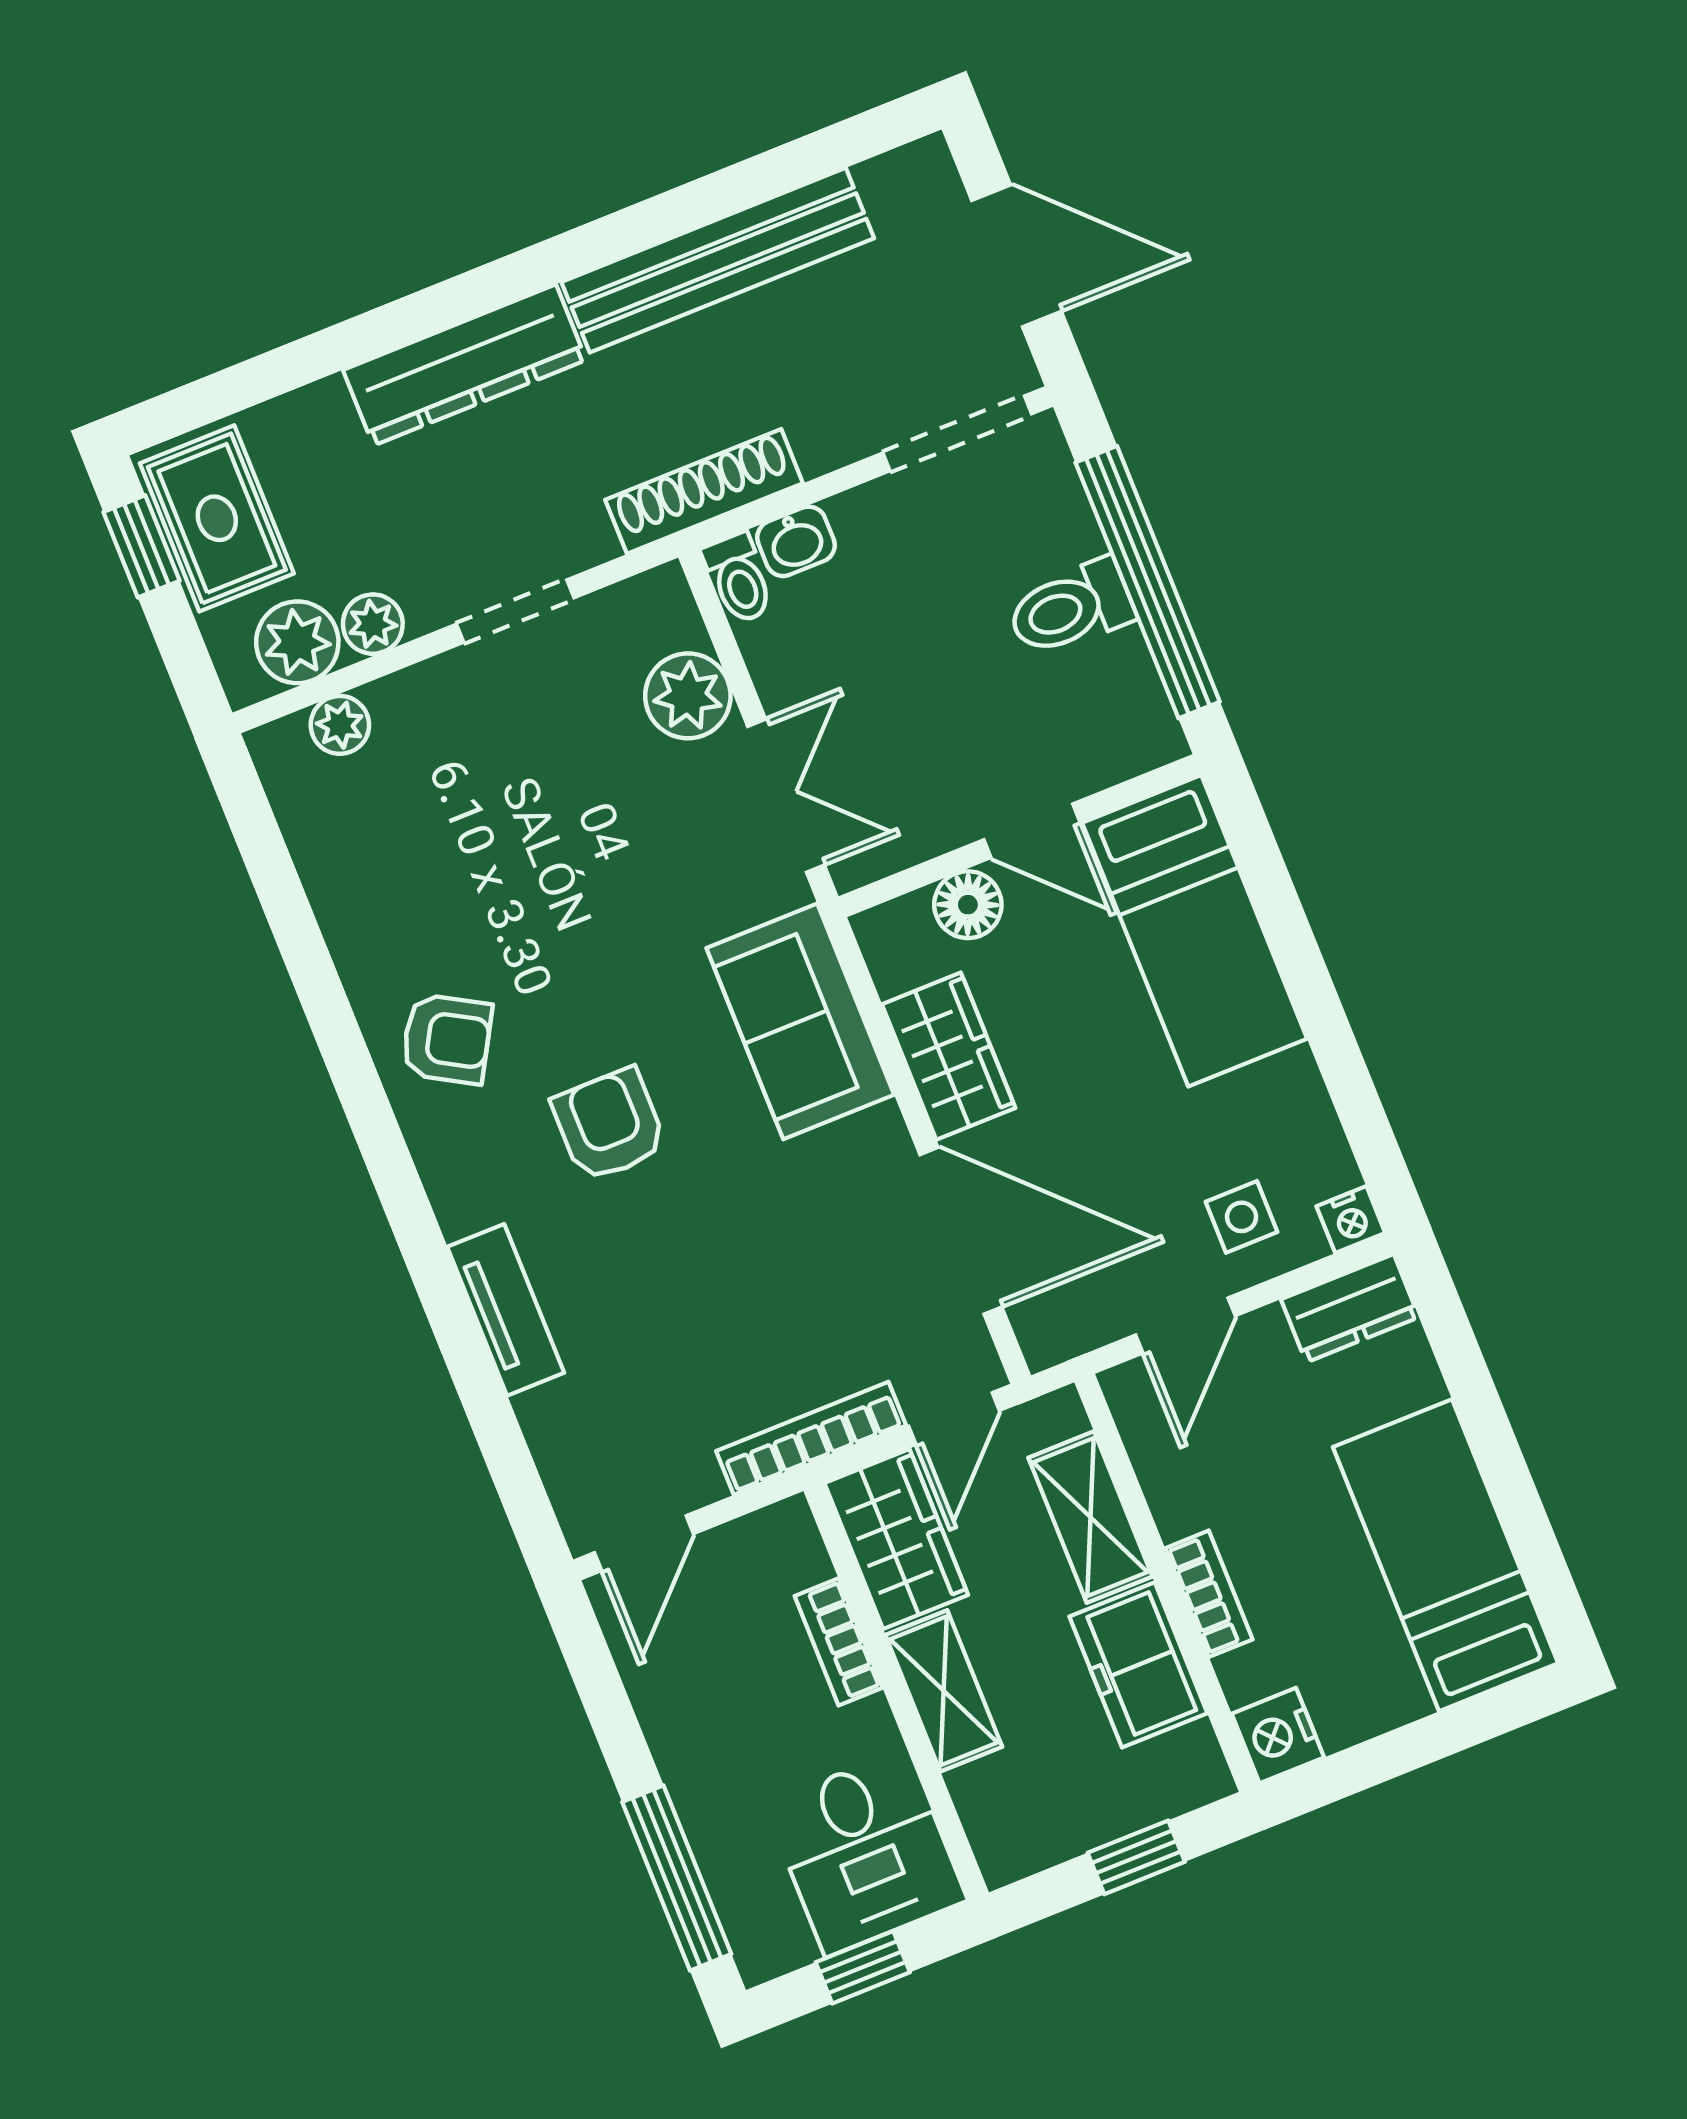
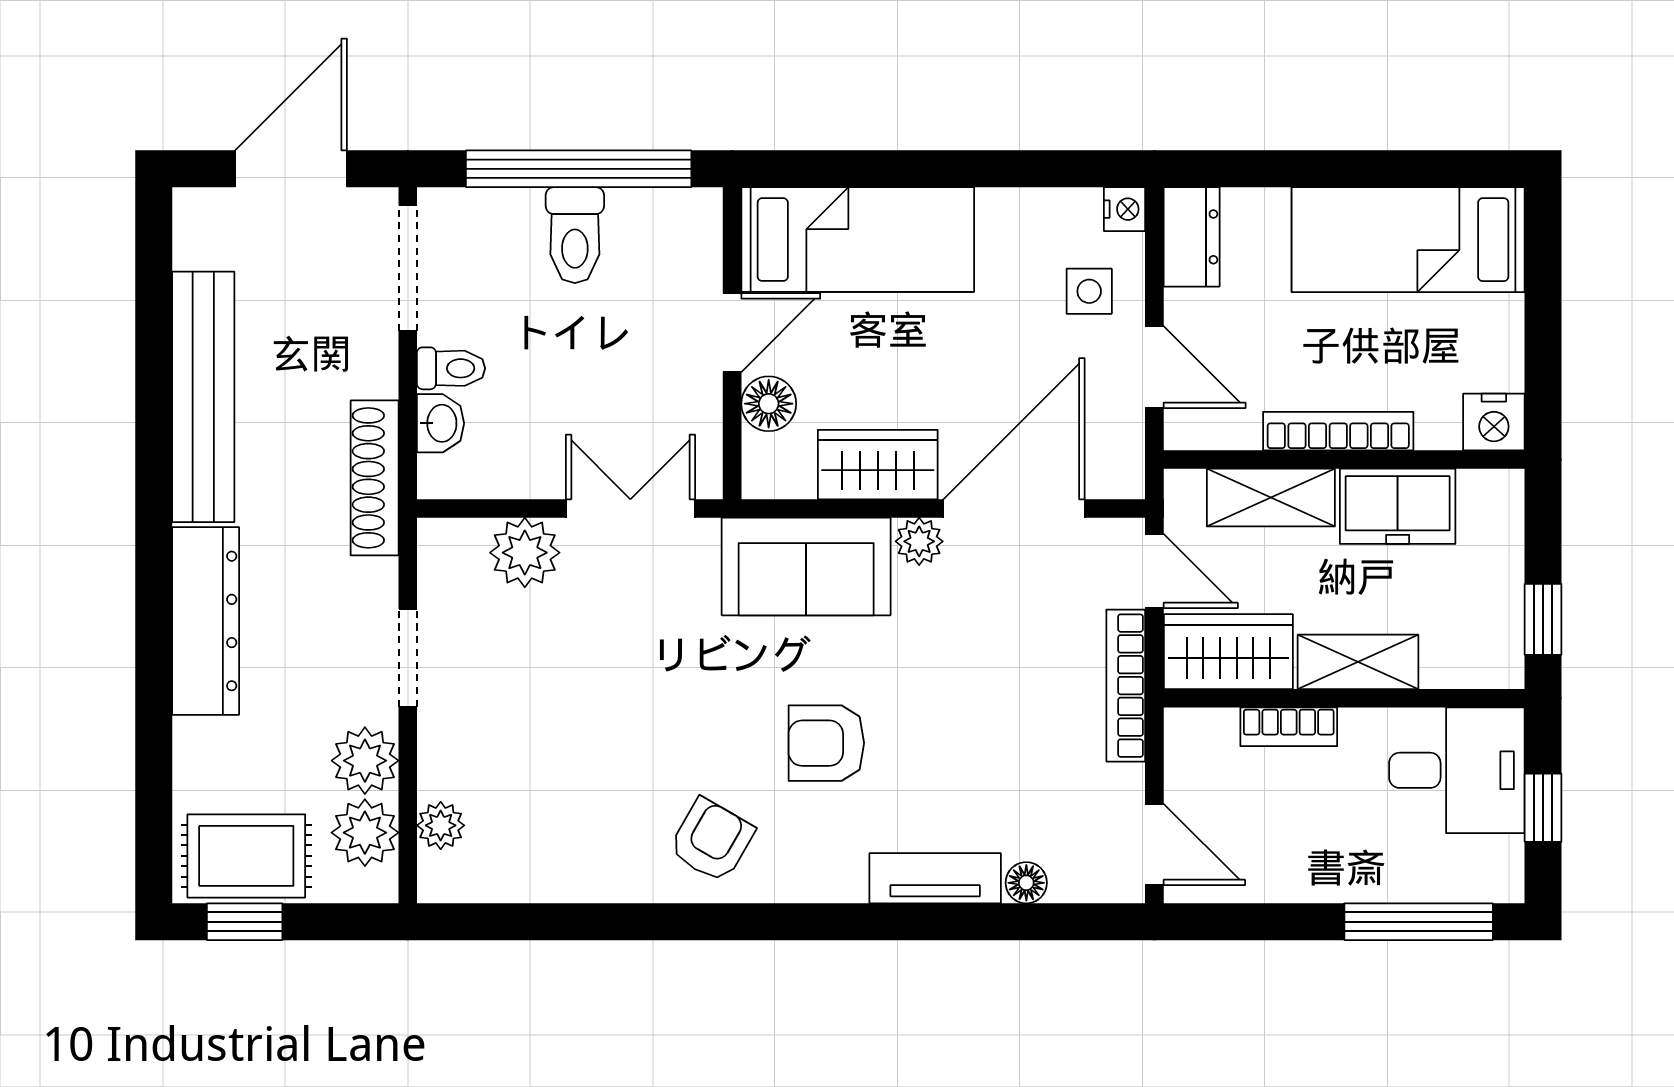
toilet: (738, 578) -> (451, 368), moved
plant: (373, 624) -> (365, 761), width x1.38, depth x1.38
plant: (880, 1138) -> (919, 541), added
floor lamp: (542, 1415) -> (1026, 883), added
bookcase: (1209, 1594) -> (1338, 431), width x1.56
window: (1136, 1857) -> (1543, 619), moved

